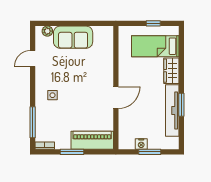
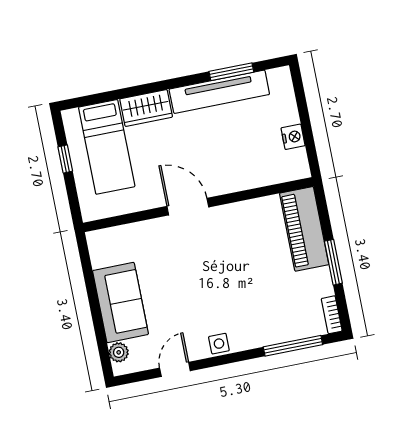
door: (33, 59) -> (175, 369), swing flipped
side table: (53, 95) -> (219, 344), moved
door: (116, 98) -> (188, 207), moved
window: (181, 105) -> (231, 72), moved
window: (150, 152) -> (305, 118), removed

